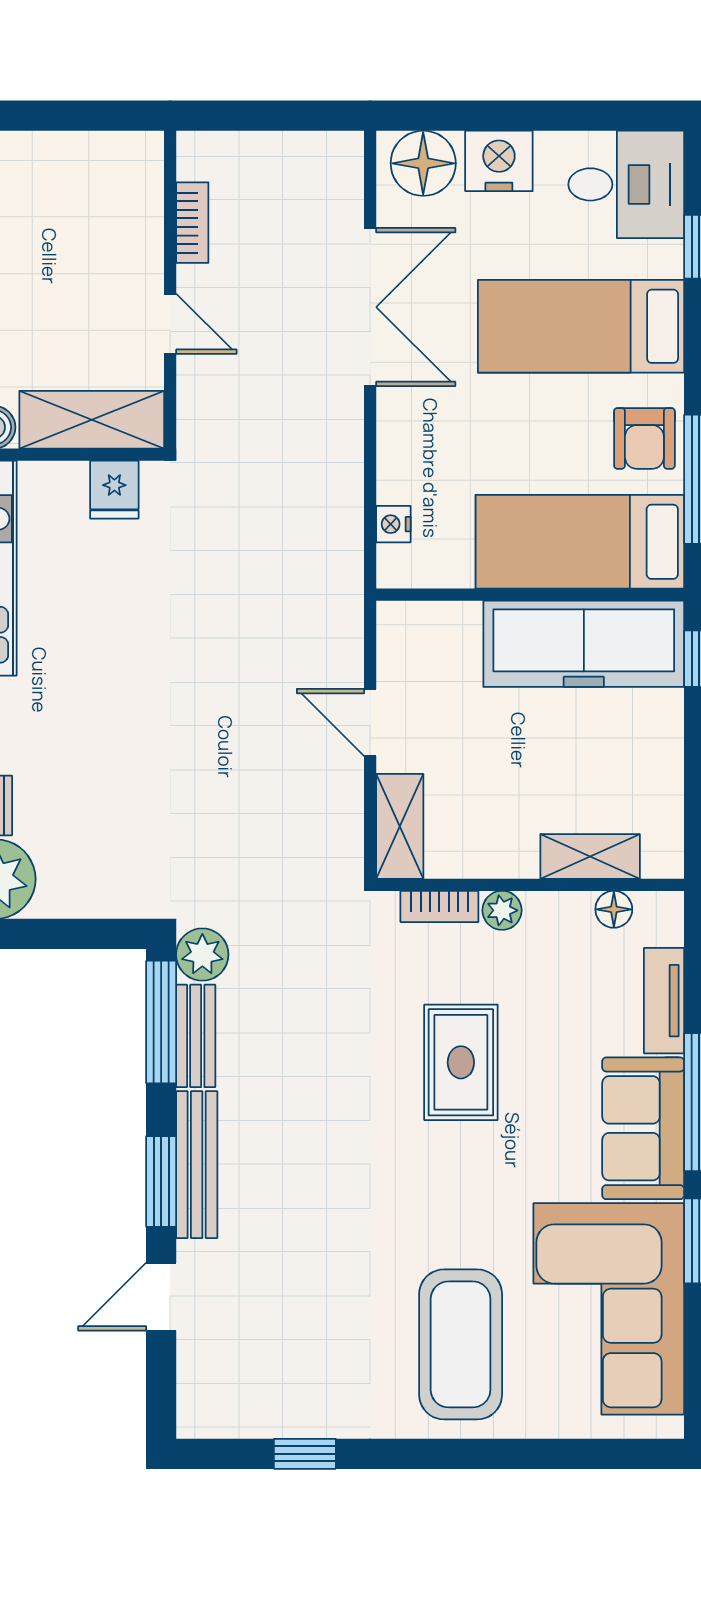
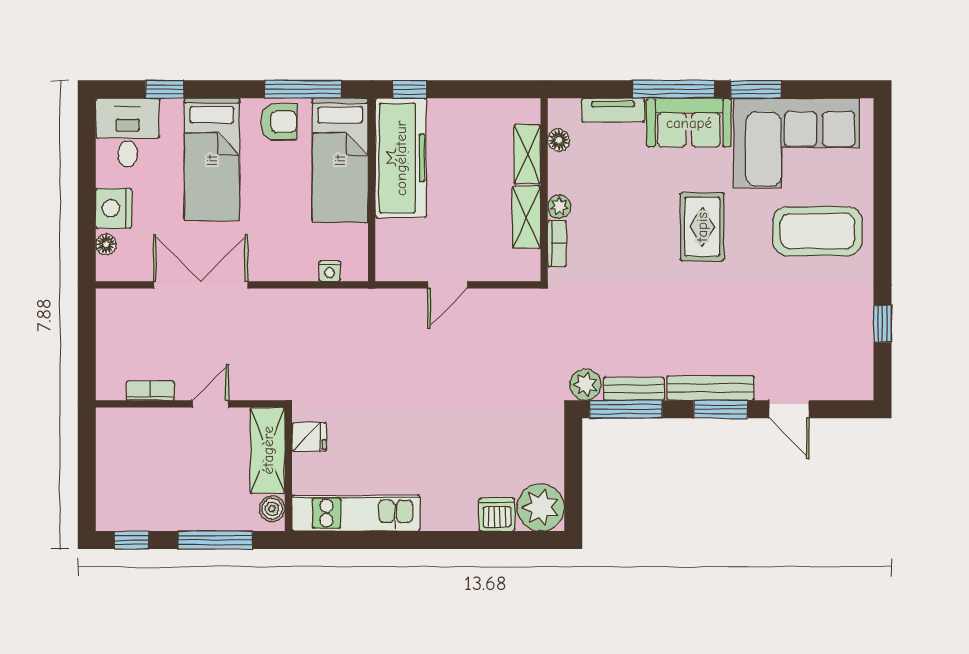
floor lamp: (423, 163) -> (106, 244), width x0.53, depth x0.53
shelving: (400, 826) -> (527, 217), moved, turned 90
rug: (461, 1062) -> (702, 227), moved, turned 90

